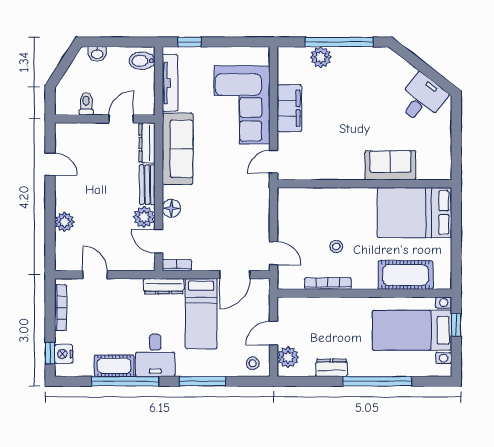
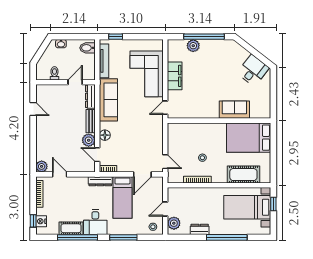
plant: (64, 222) -> (42, 166), moved

